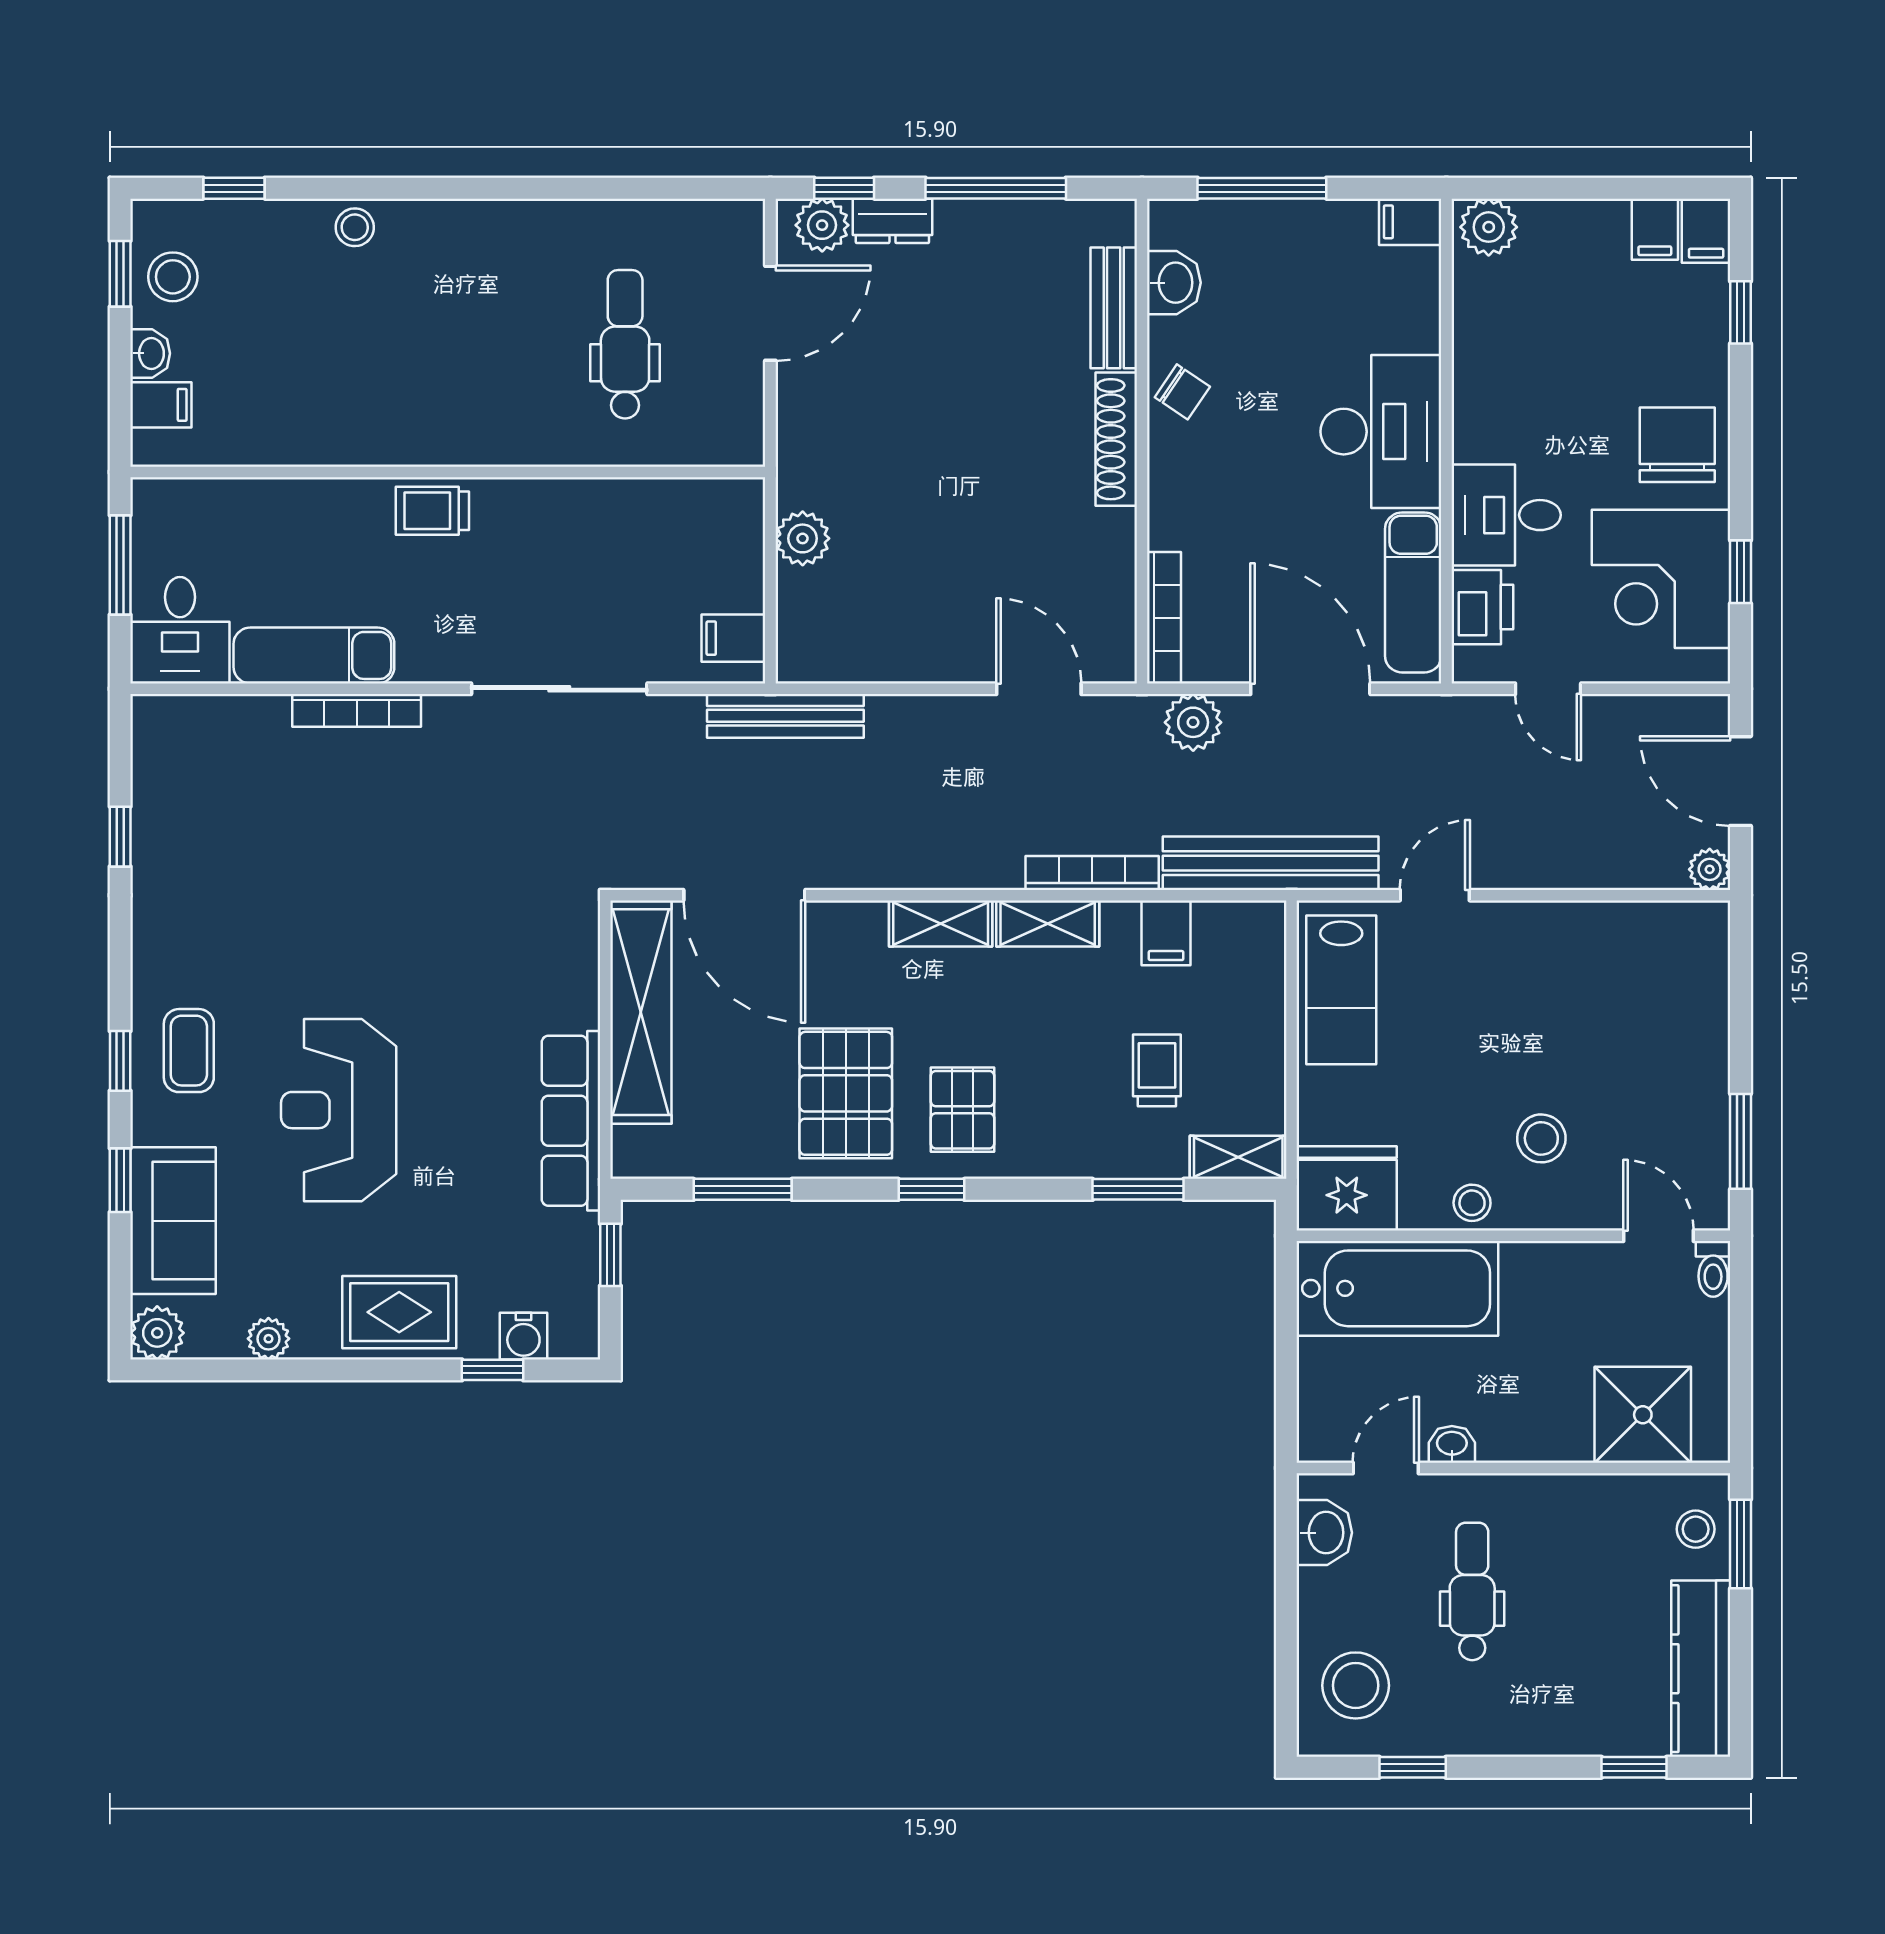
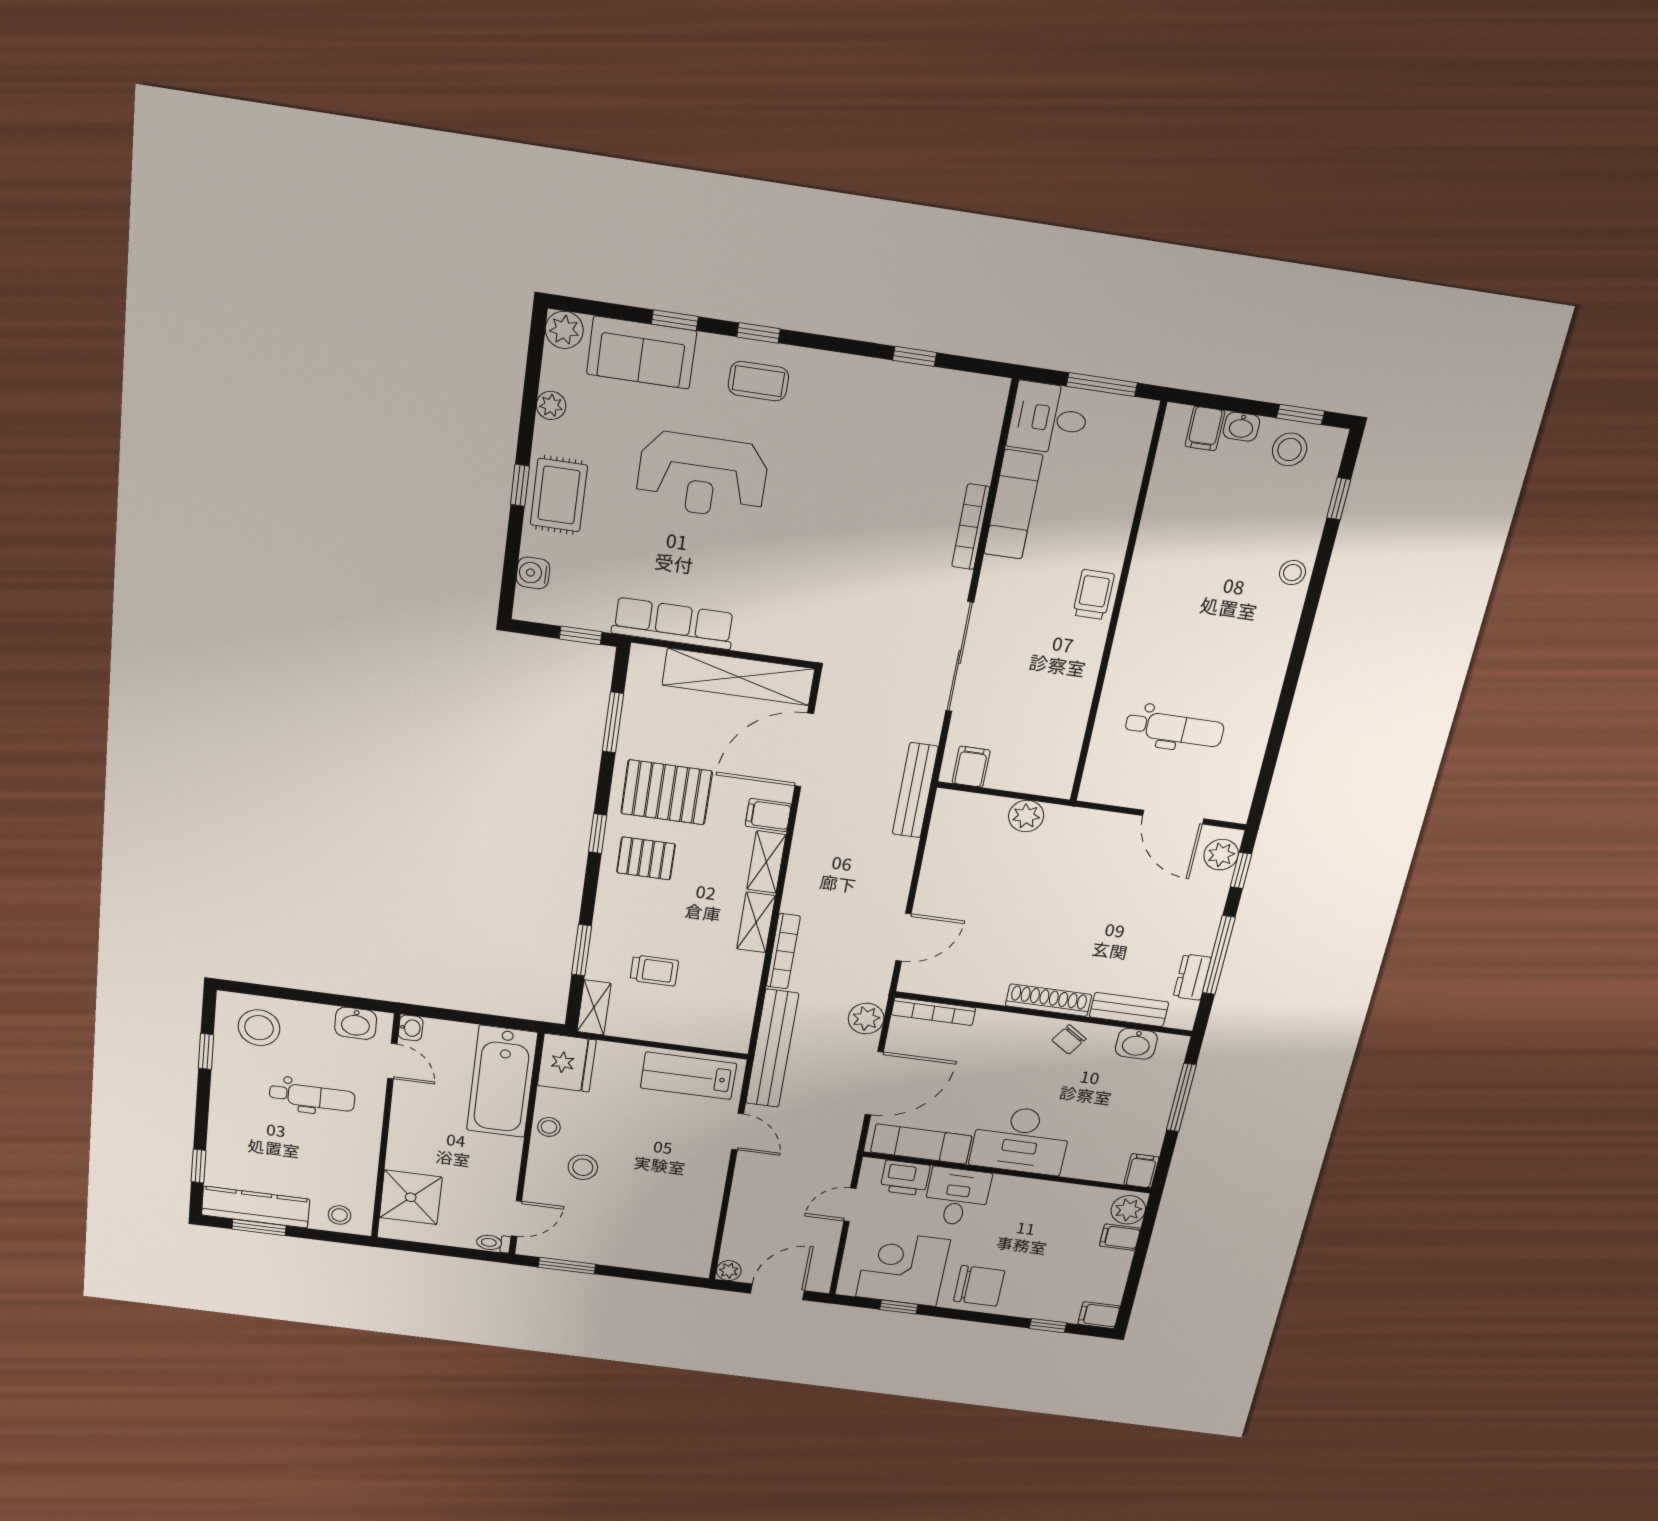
dresser: (892, 221) -> (1192, 977), moved
filing cabinet: (1655, 229) -> (1120, 1237), moved
filing cabinet: (1166, 933) -> (768, 815), moved
reception desk: (339, 1110) -> (702, 475), turned 180
window: (493, 1370) -> (520, 485), moved
washbasin: (1452, 1444) -> (411, 1028), moved
window: (1741, 1544) -> (259, 1227), moved

